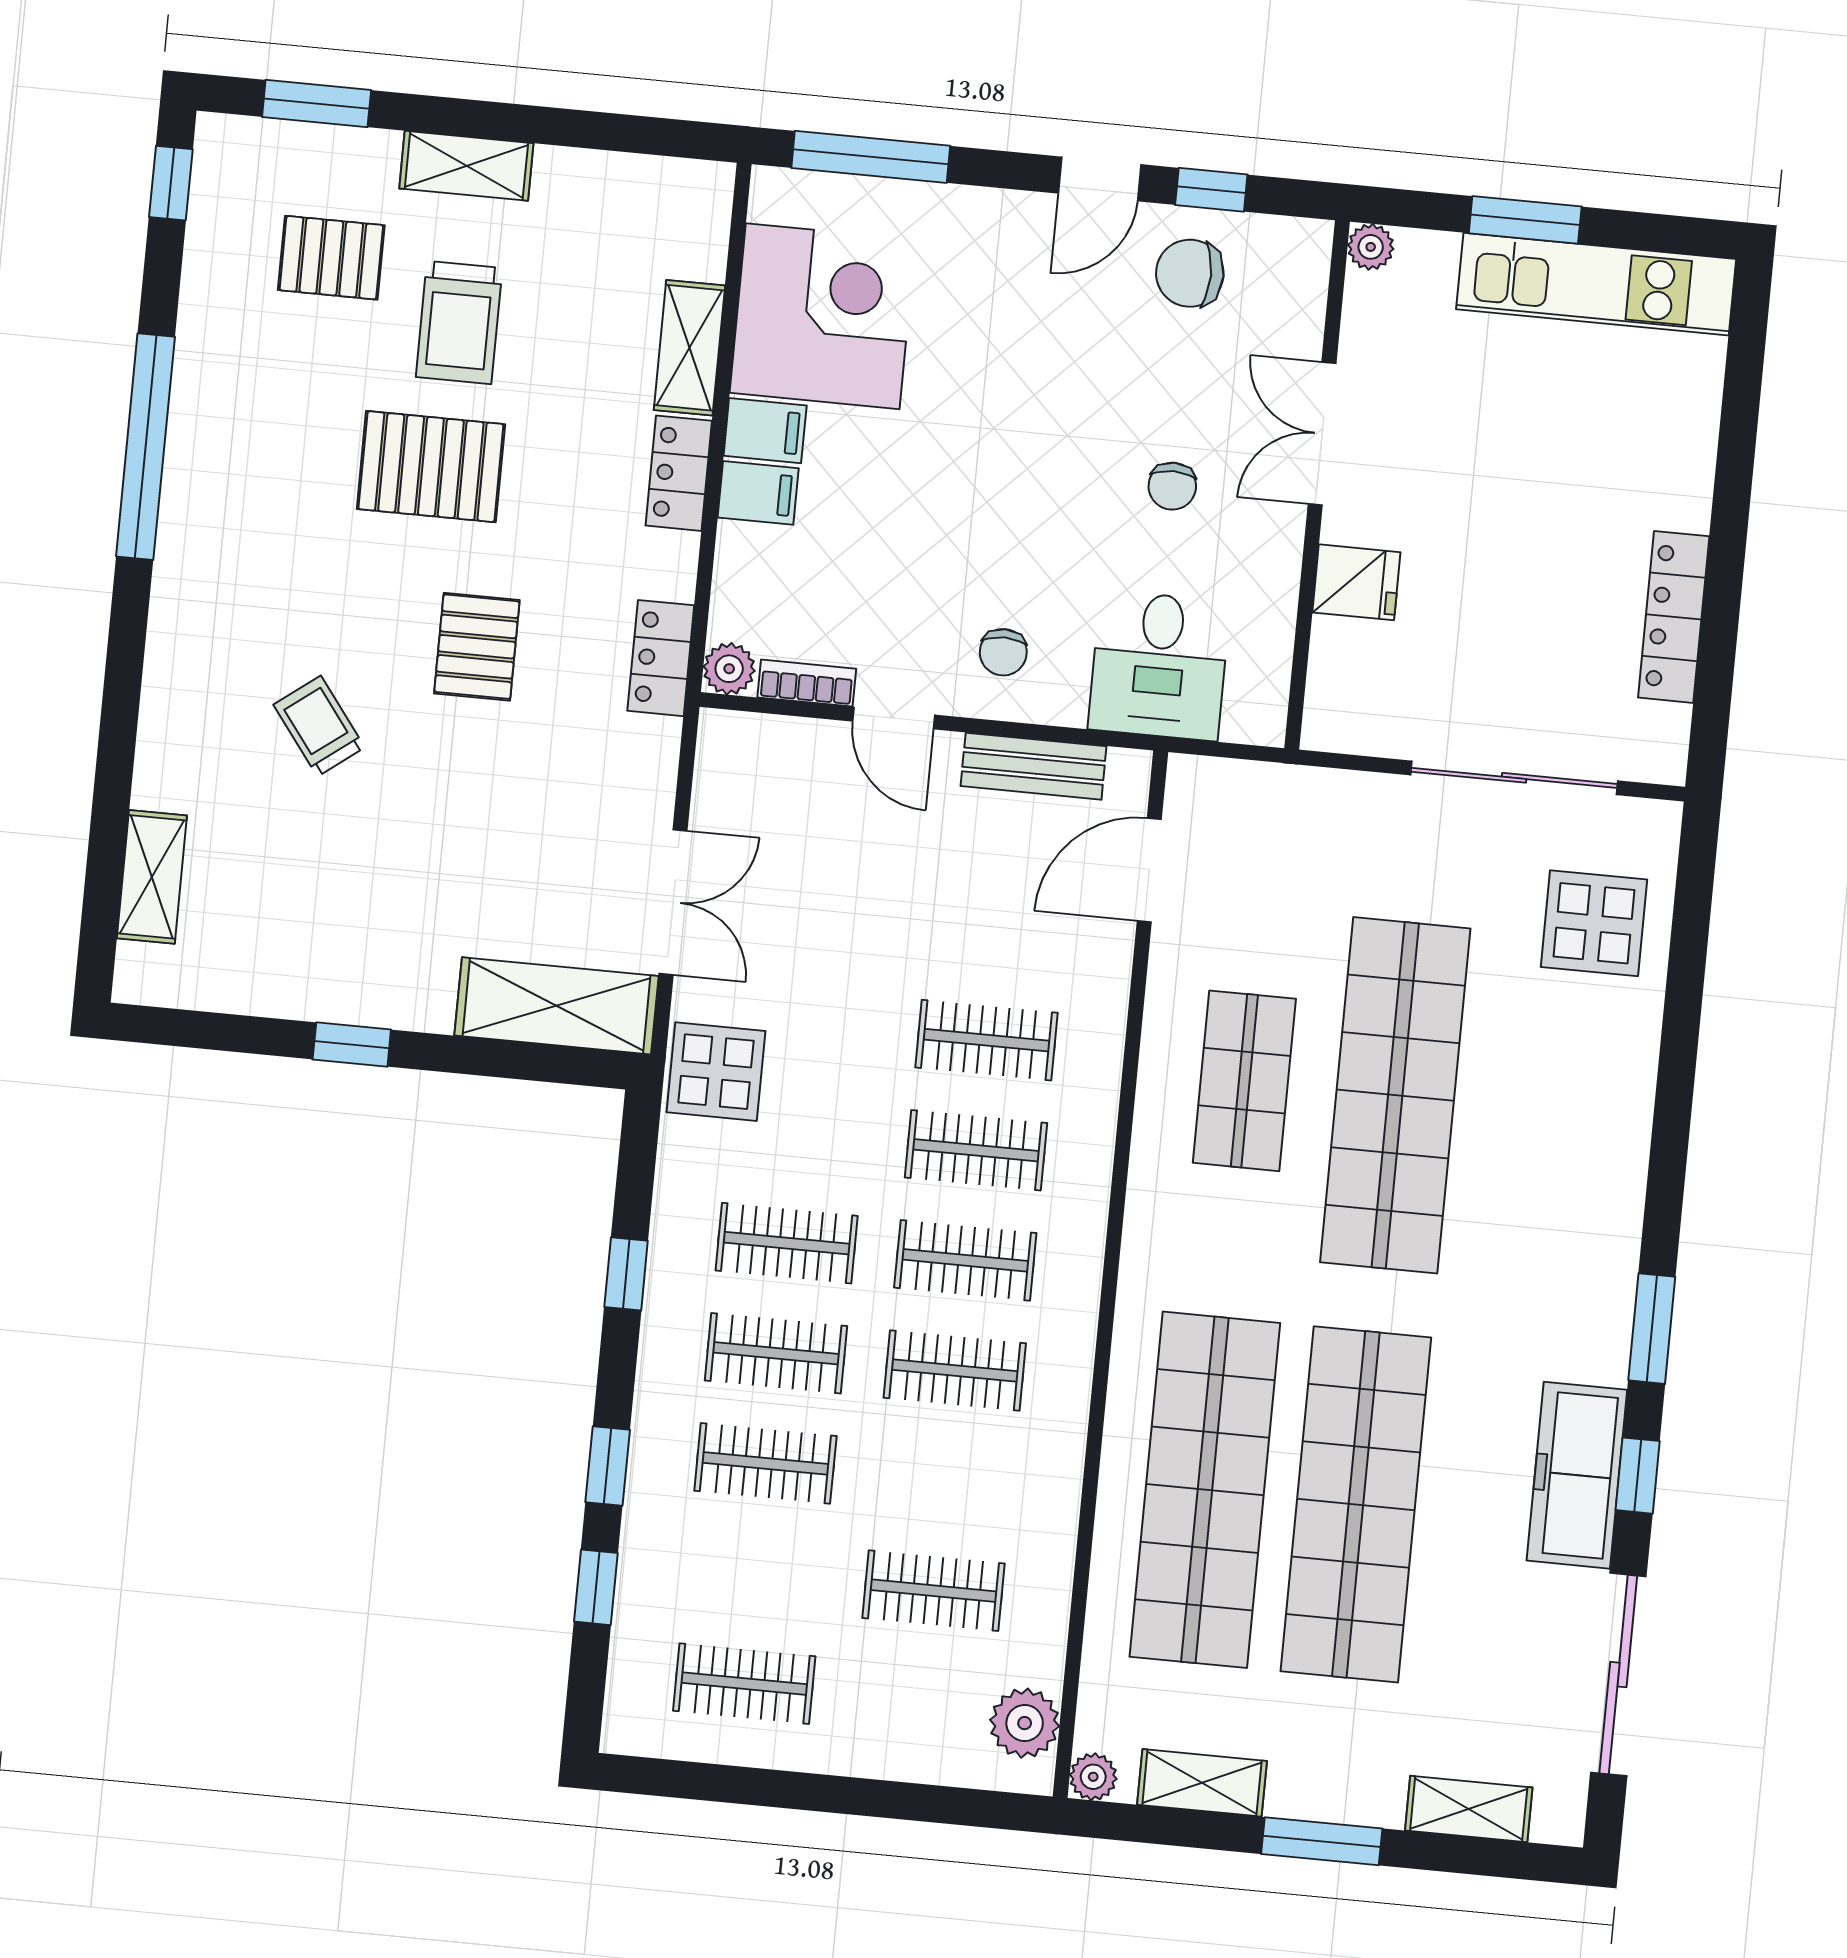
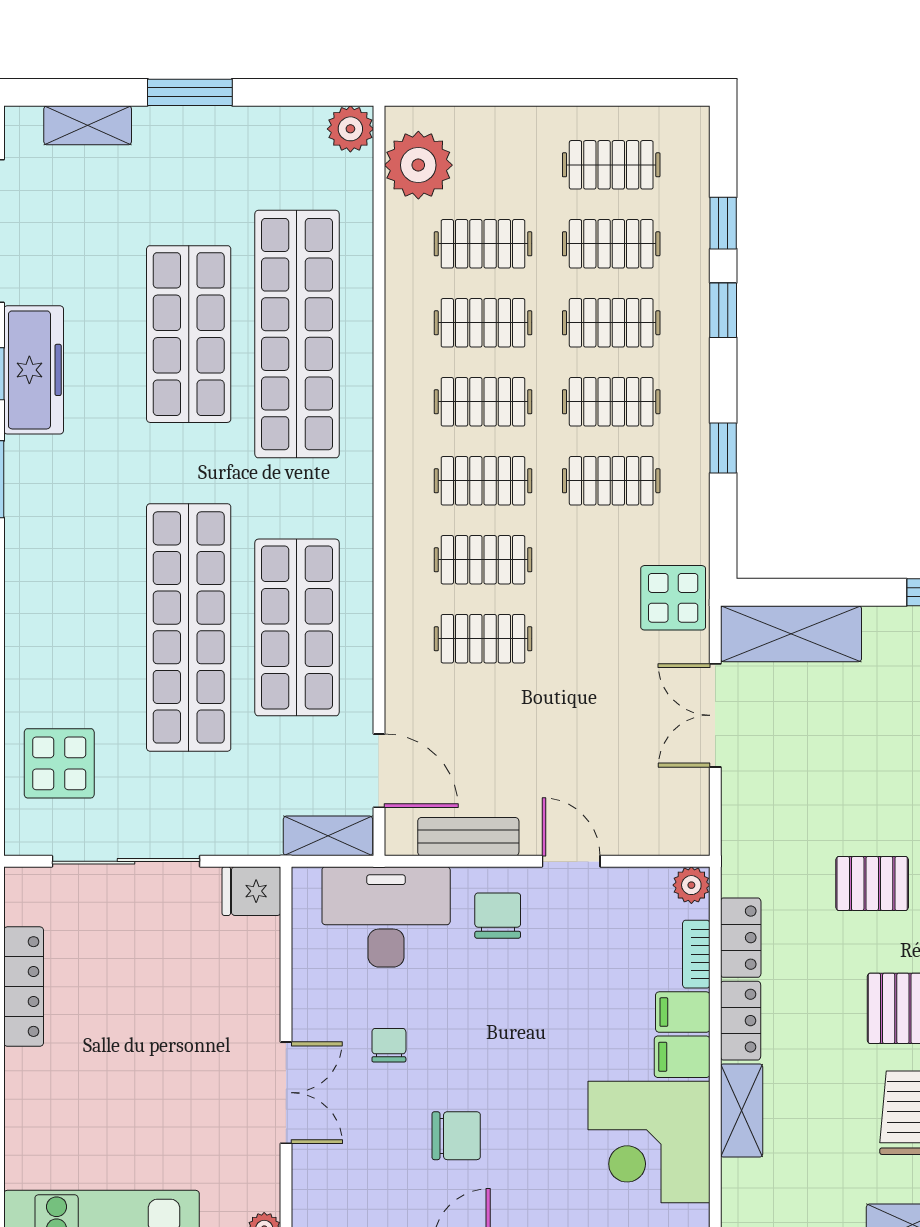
chair: (1190, 273) -> (456, 1136), moved
fridge: (1356, 582) -> (251, 891), moved
pallet: (477, 647) -> (872, 884), turned 90
chair: (1003, 652) -> (498, 916), width x1.37, depth x1.37
locker: (661, 658) -> (741, 938), moved
desk: (1159, 665) -> (386, 917), width x1.37
bookcase: (807, 683) -> (696, 954), moved, turned 90
door: (1149, 870) -> (379, 771), hinge flipped
shop shelf: (1244, 1081) -> (297, 627), width x1.43, depth x1.36
clothes rail: (944, 1481) -> (483, 323), added
shop shelf: (1356, 1504) -> (189, 334), width x0.71
clothes rail: (755, 1573) -> (611, 244), added
plant: (1025, 1723) -> (418, 165), width x1.36, depth x1.36
plant: (1093, 1777) -> (350, 129), width x1.38, depth x1.38
shelving: (1202, 1783) -> (328, 836), moved

